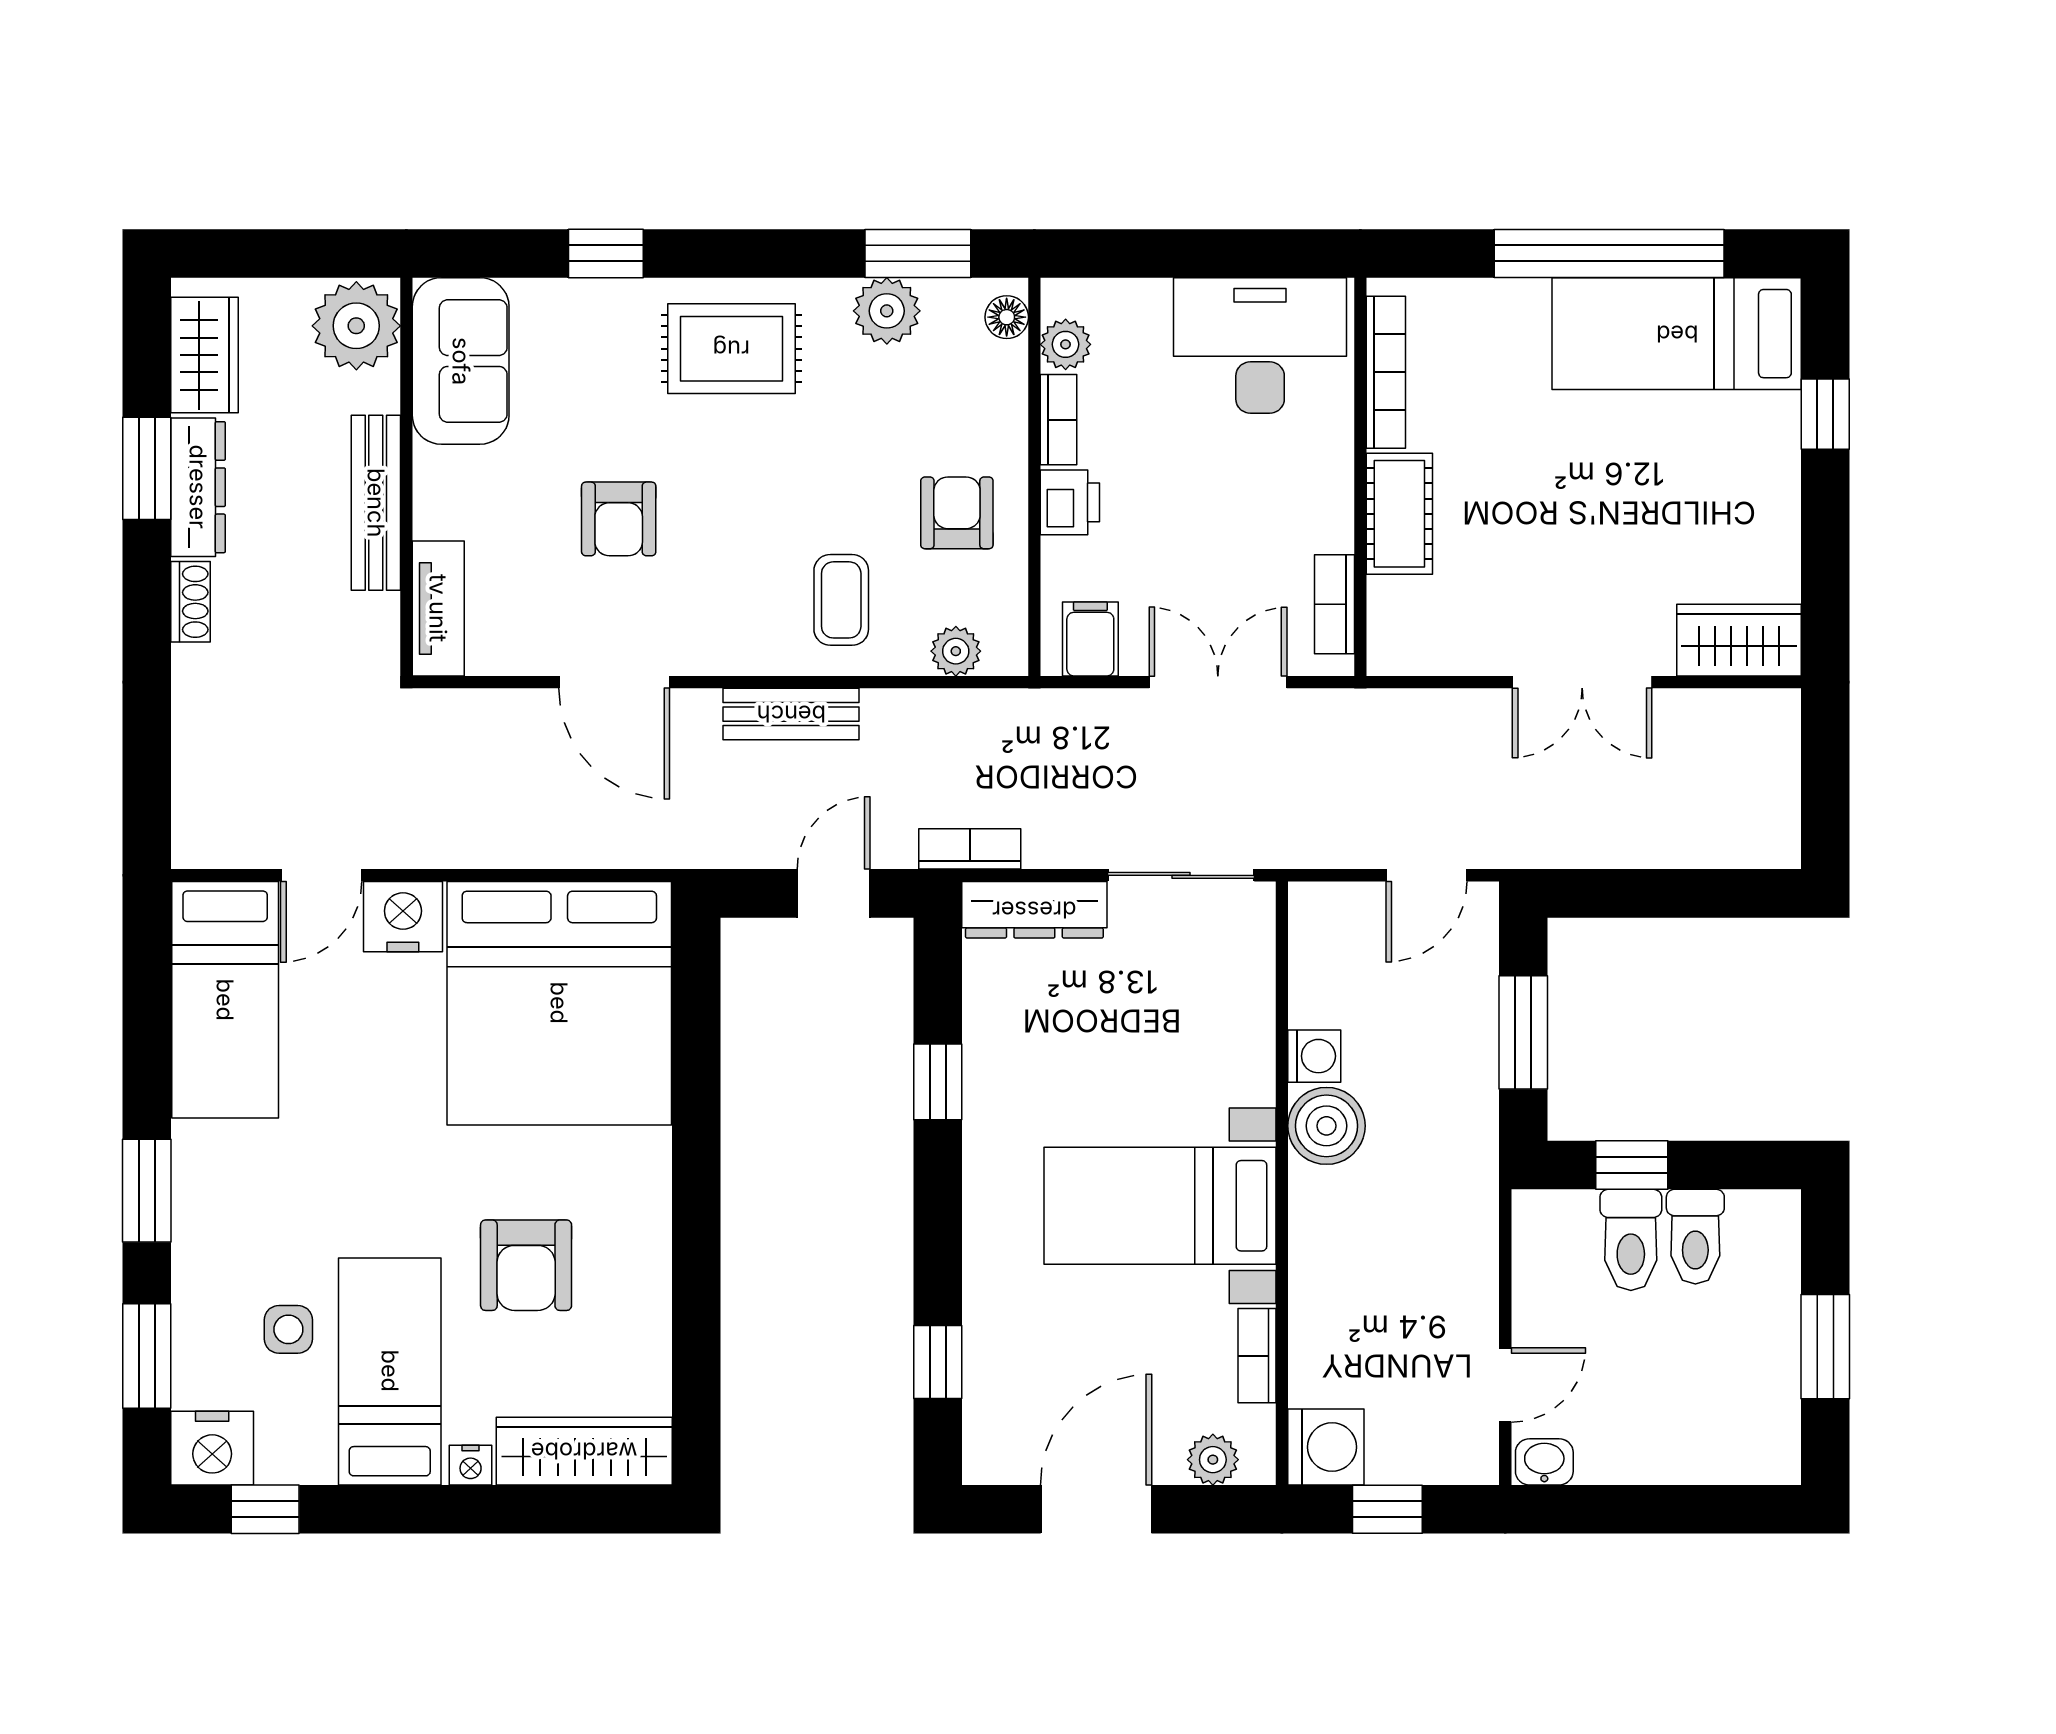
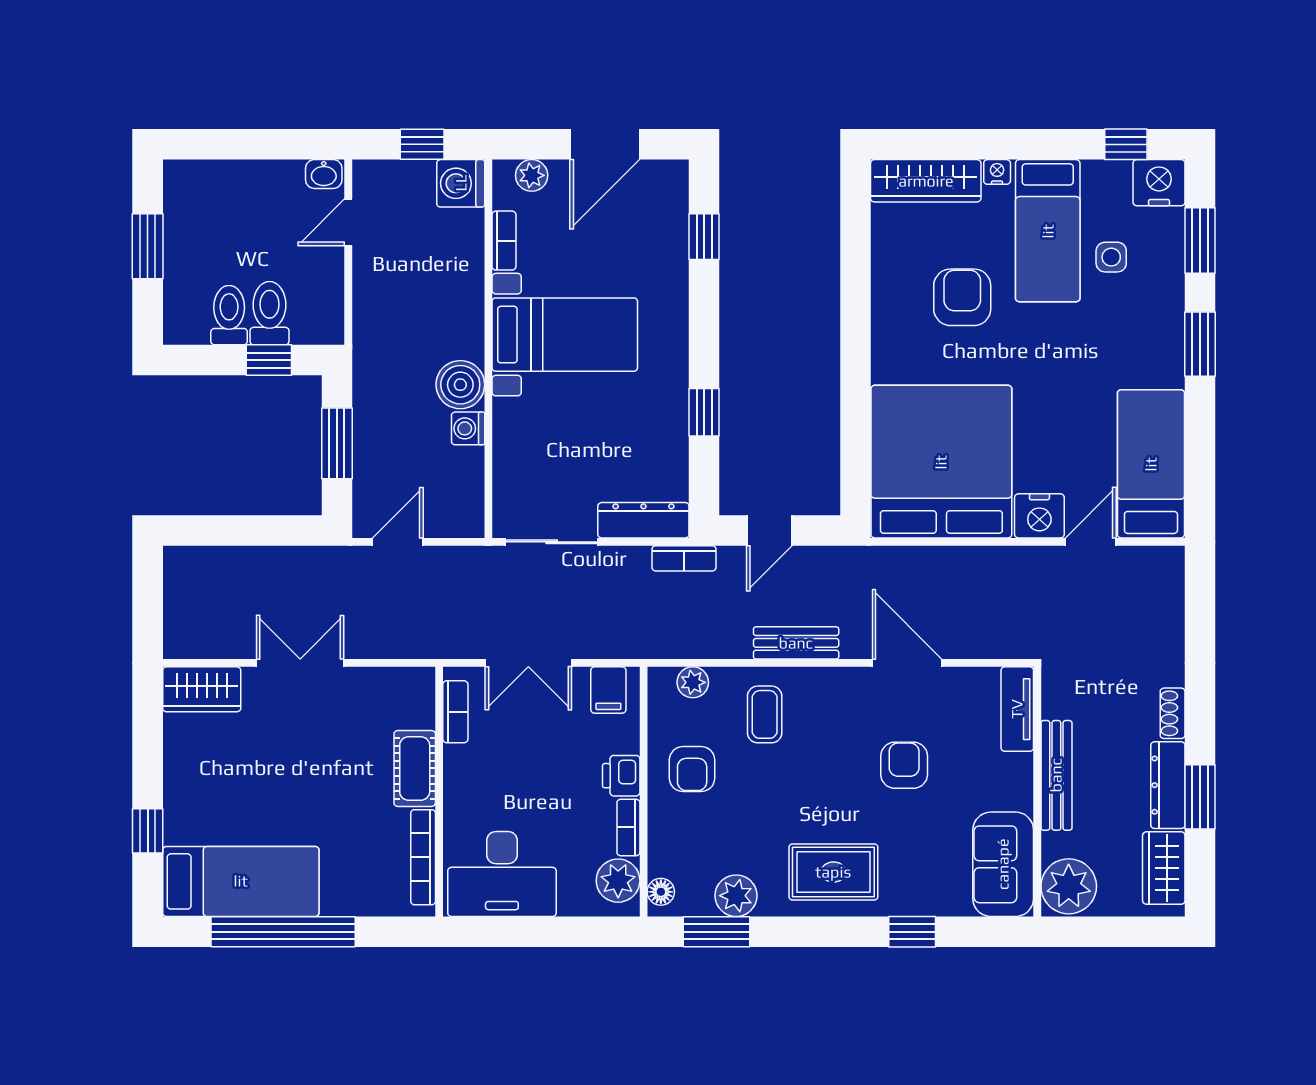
plant: (1066, 344) -> (618, 881), width x1.38, depth x1.38

